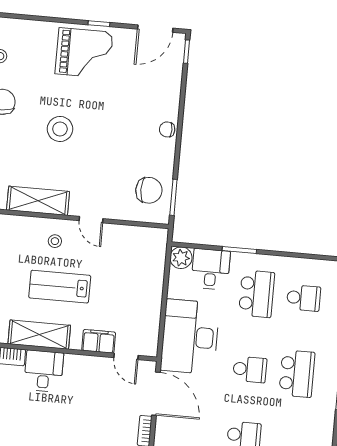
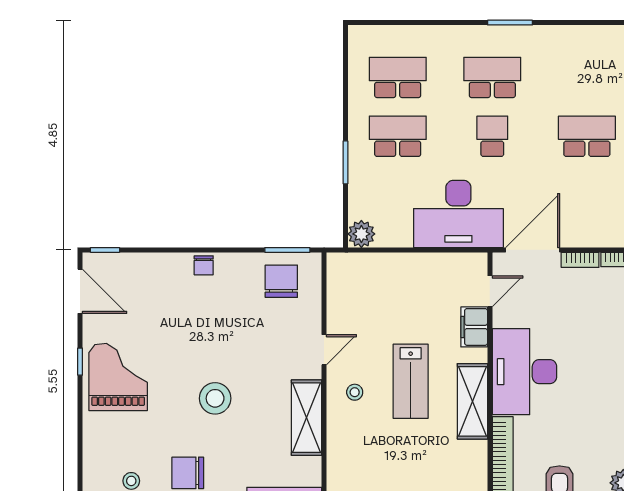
desk: (211, 269) -> (372, 196), removed
school desk: (304, 298) -> (398, 77), width x1.85
desk: (44, 371) -> (525, 372), width x1.87, depth x1.30

